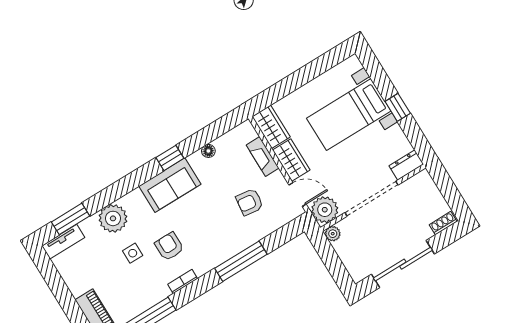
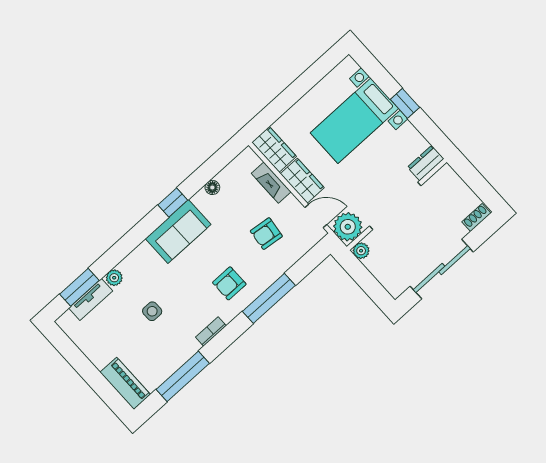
plant: (113, 218) -> (114, 278), width x0.53, depth x0.53
tv unit: (63, 242) -> (91, 299), moved
armchair: (169, 246) -> (229, 283), moved, turned -90

